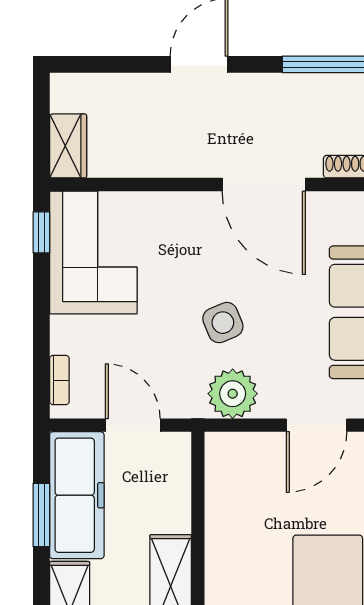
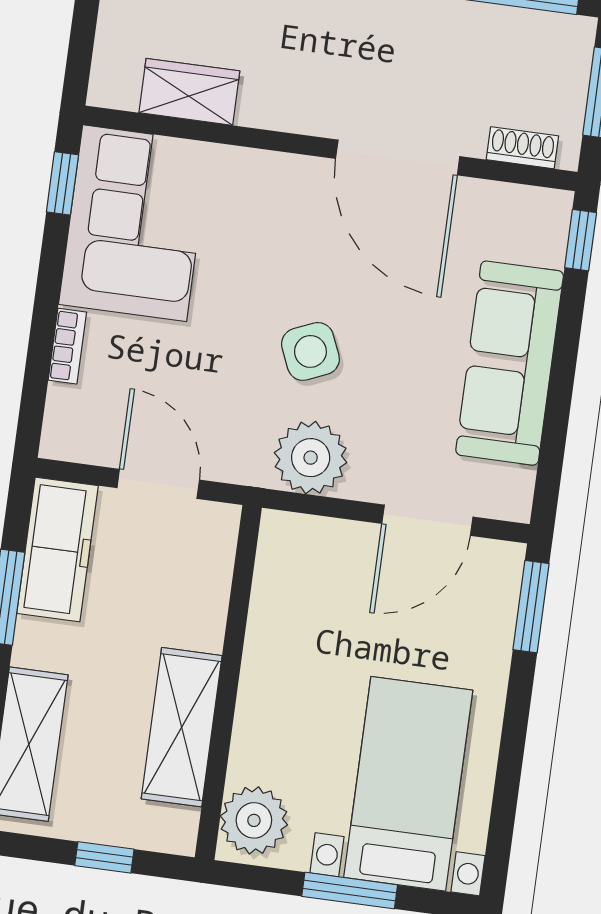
wardrobe: (68, 146) -> (189, 92), moved, turned -90
bookcase: (59, 380) -> (67, 346), moved
freezer: (77, 495) -> (57, 549), width x0.73, depth x0.79

